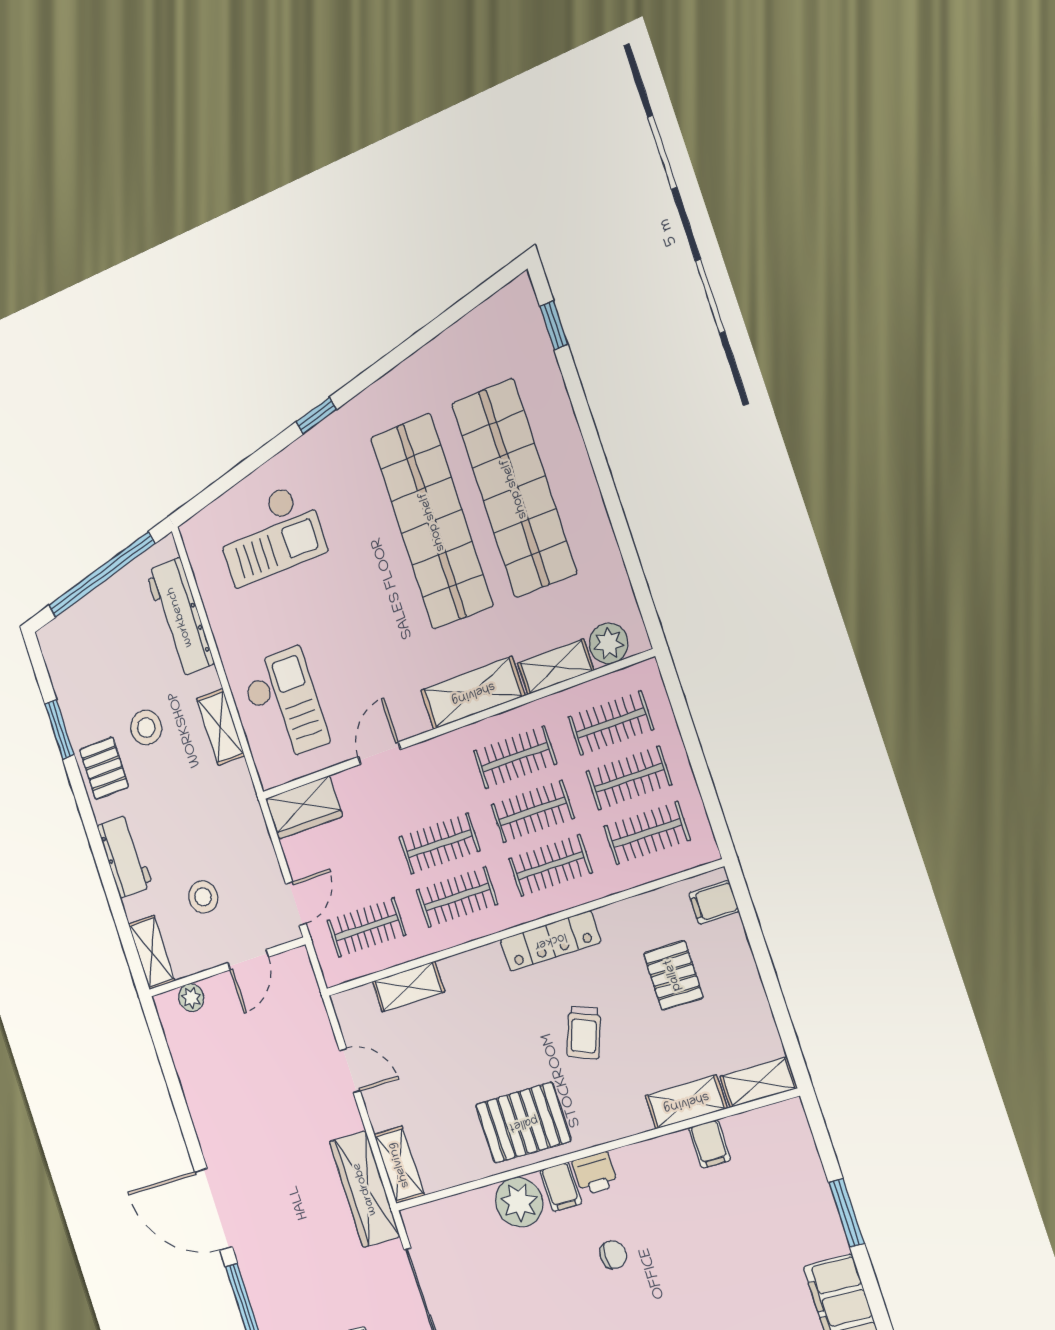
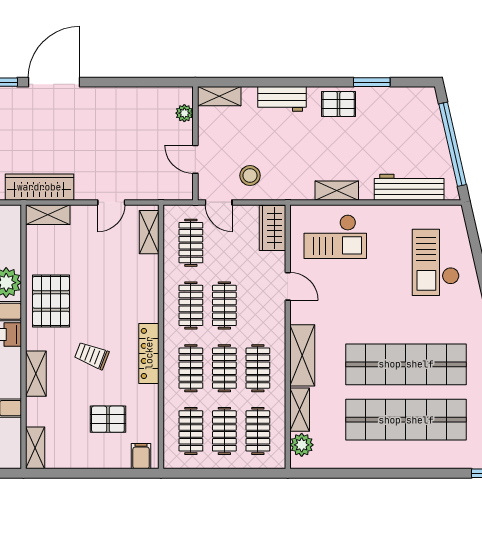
stool: (146, 728) -> (353, 141), removed
stool: (203, 897) -> (250, 176), moved
shelving: (408, 987) -> (149, 232), moved
shelving: (686, 1102) -> (36, 374), moved

